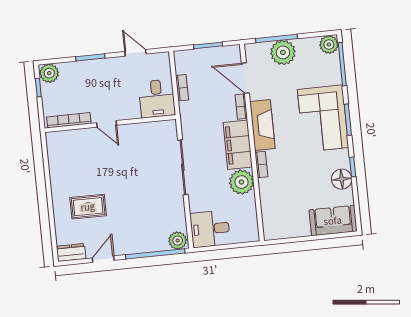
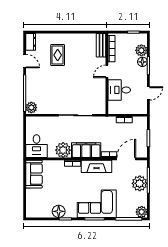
floor lamp: (85, 68) -> (142, 62), added
plant: (49, 73) -> (141, 50), moved
desk: (157, 99) -> (119, 90), moved
bench: (65, 138) -> (101, 45), added
sofa: (333, 221) -> (34, 174), moved
desk: (210, 229) -> (37, 146), moved, turned 180

